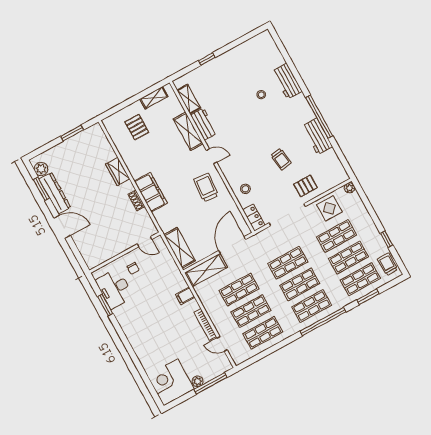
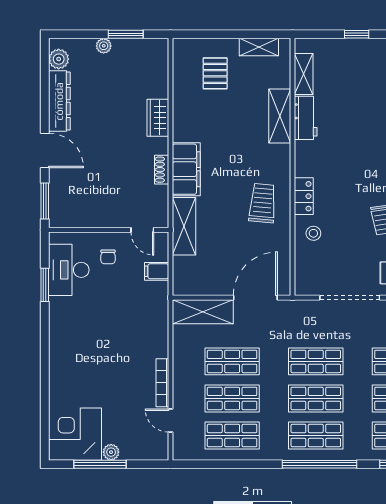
plant: (63, 147) -> (104, 46), added
door: (212, 156) -> (293, 166), removed
window: (41, 189) -> (45, 201), moved
locker: (254, 218) -> (304, 196), moved
shelving: (180, 248) -> (184, 226), moved
filing cabinet: (185, 296) -> (157, 271), moved
window: (210, 383) -> (100, 464), moved

